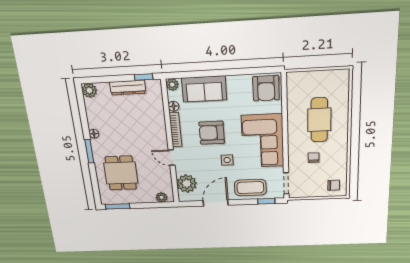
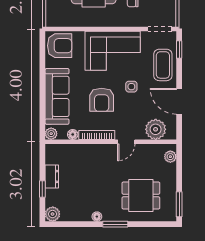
window: (144, 77) -> (42, 189), moved
dresser: (128, 88) -> (52, 176), width x0.70
sofa: (204, 89) -> (57, 96), width x1.36

